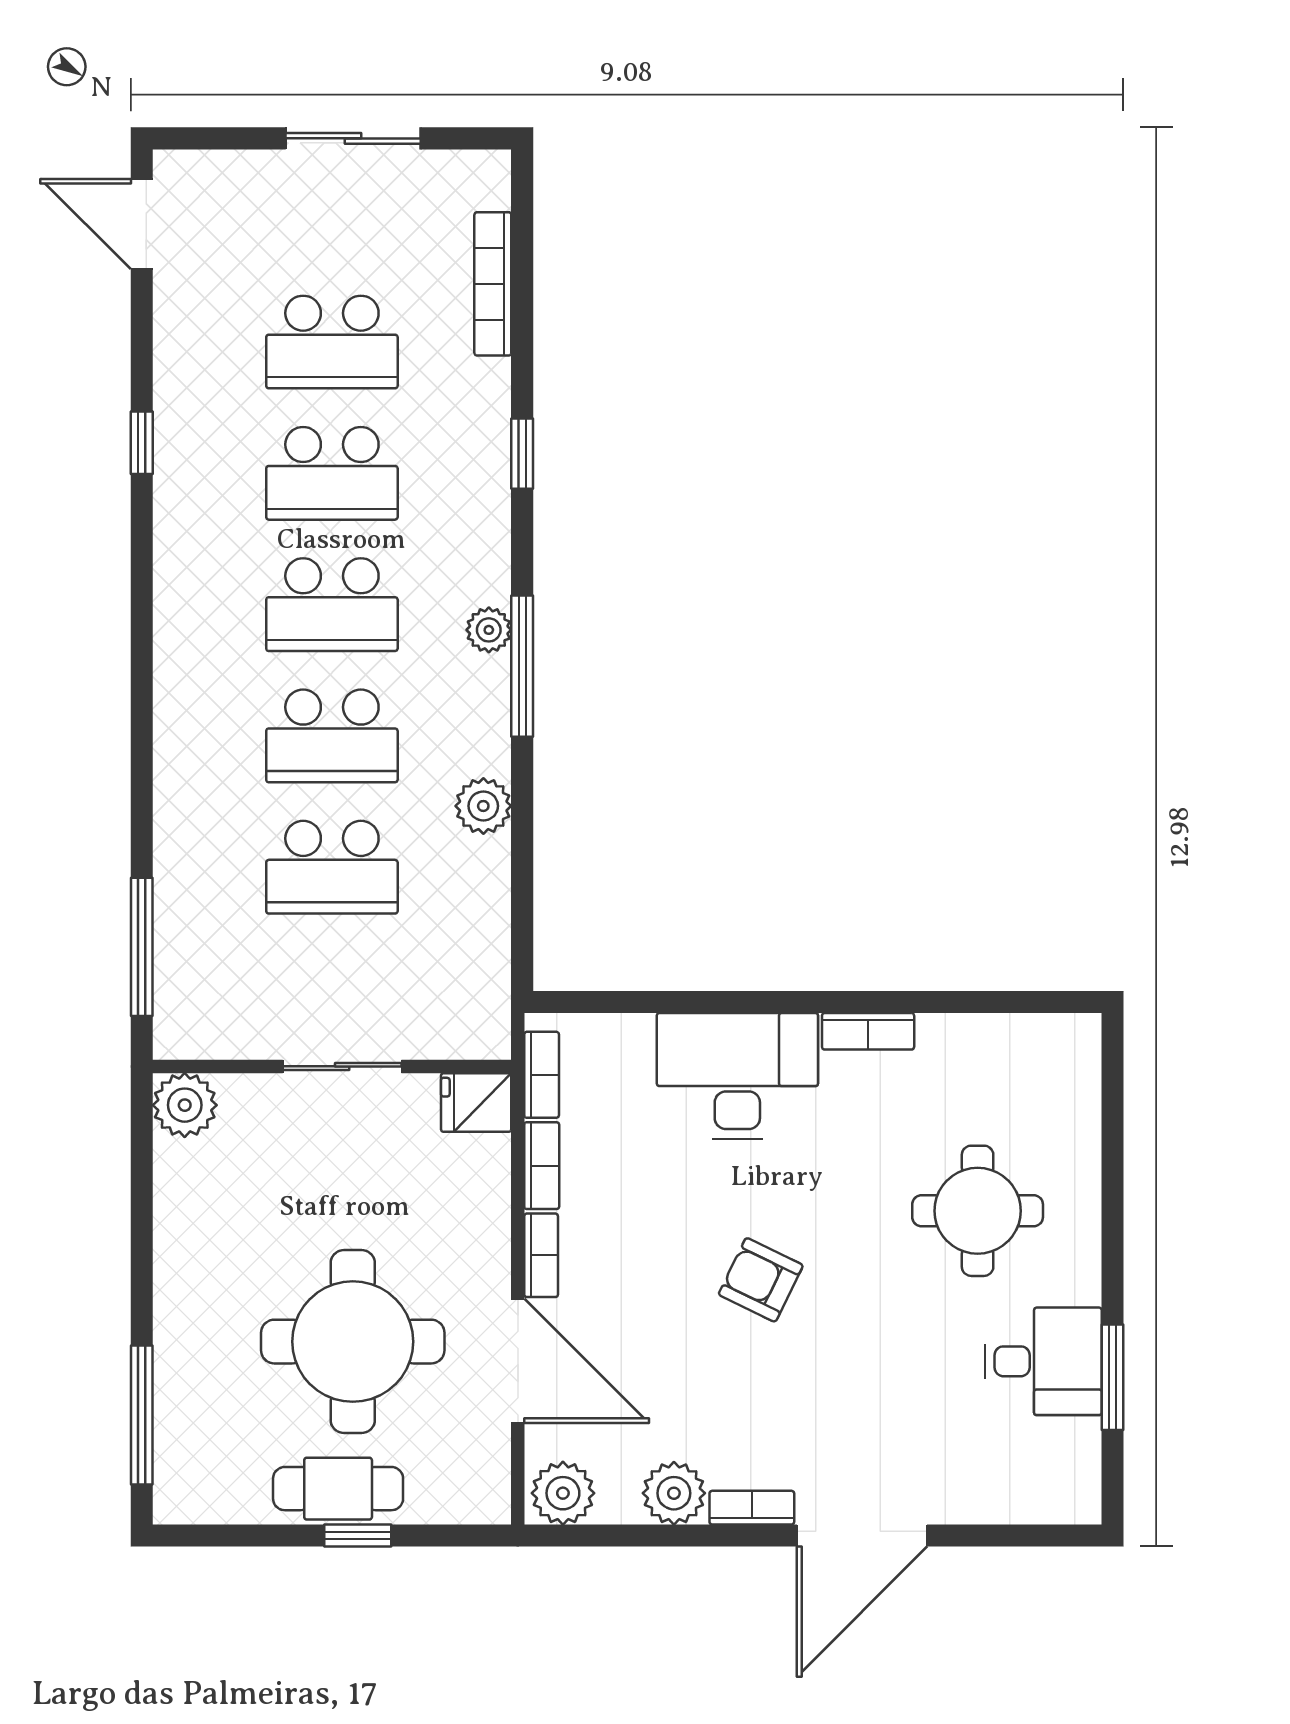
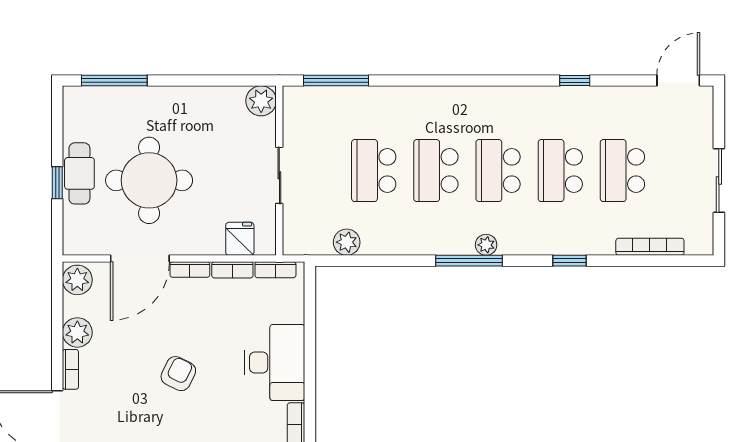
plant: (483, 806) -> (347, 242), moved
fridge: (476, 1102) -> (240, 239), moved

